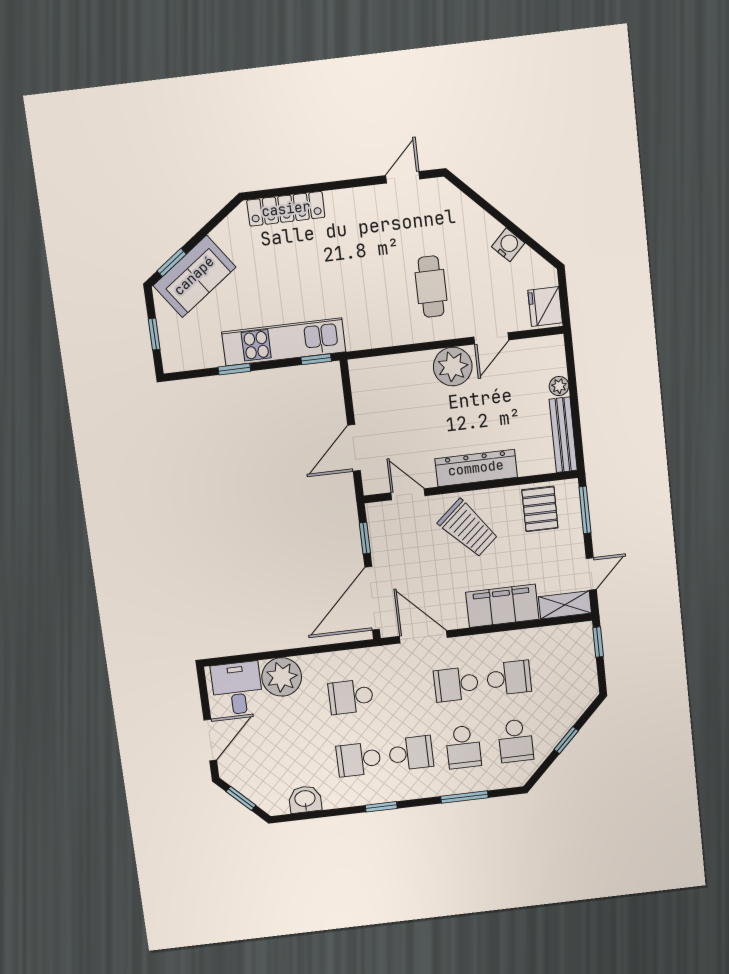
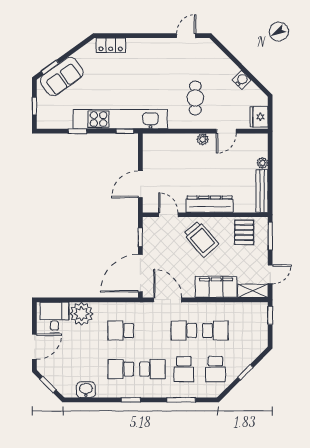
locker: (286, 209) -> (111, 45), width x0.66
kitchen unit: (284, 342) -> (120, 119), width x1.36
plant: (453, 367) -> (203, 139), width x0.53, depth x0.53

